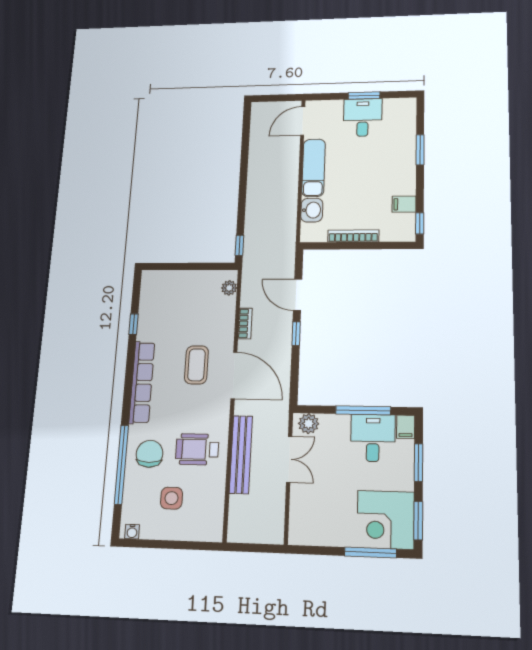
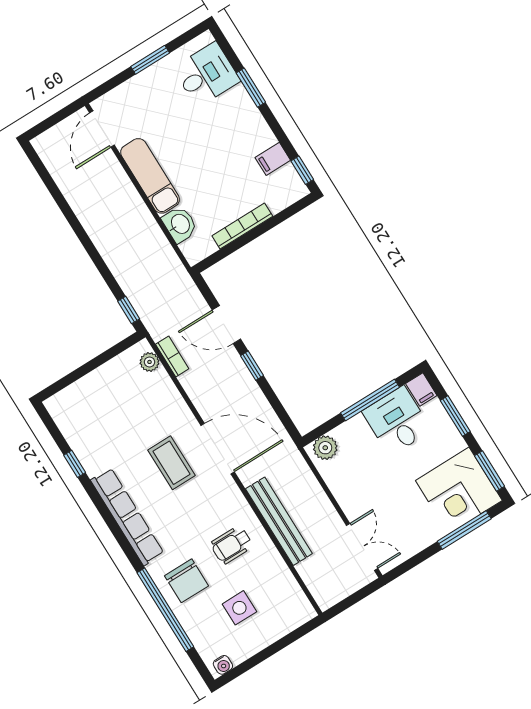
desk: (363, 117) -> (207, 74), moved, turned 90
bookcase: (245, 323) -> (172, 356), moved
wheelchair: (197, 449) -> (232, 545), width x0.73, depth x0.73
chair: (150, 454) -> (187, 581), turned 180
double door: (289, 459) -> (362, 547), moved

